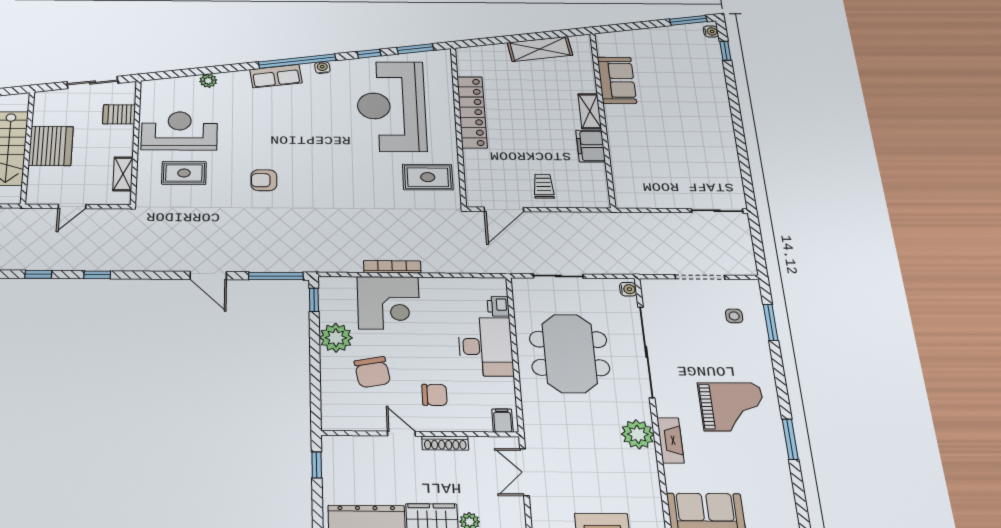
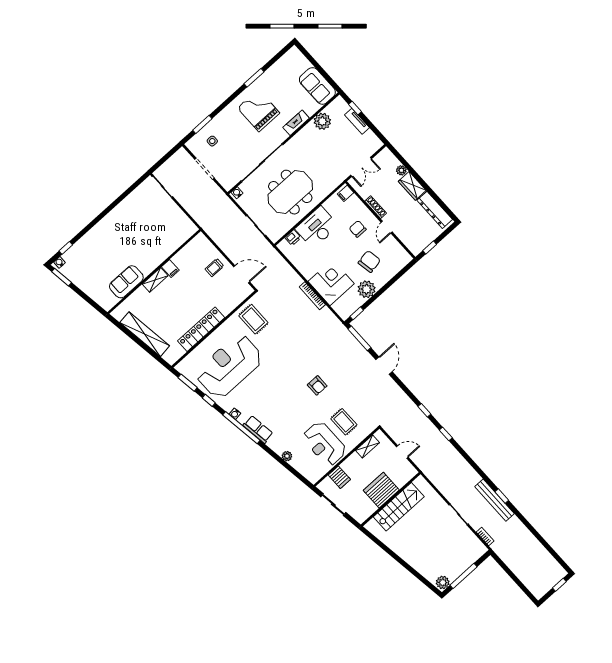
shelving: (540, 49) -> (145, 334), width x1.47
reception desk: (391, 106) -> (229, 366), turned 180
filing cabinet: (591, 146) -> (170, 268), width x0.50
plant: (638, 434) -> (322, 121), moved

